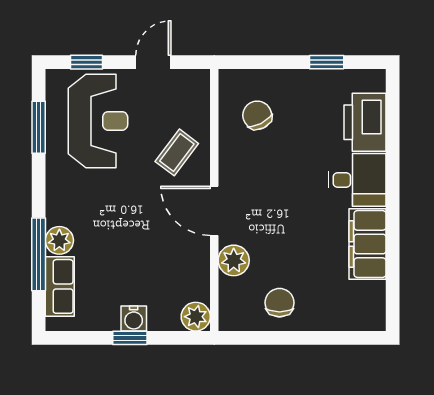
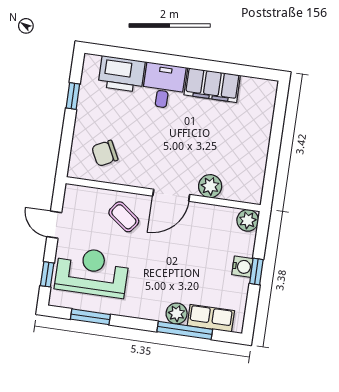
chair: (280, 303) -> (246, 157), removed

